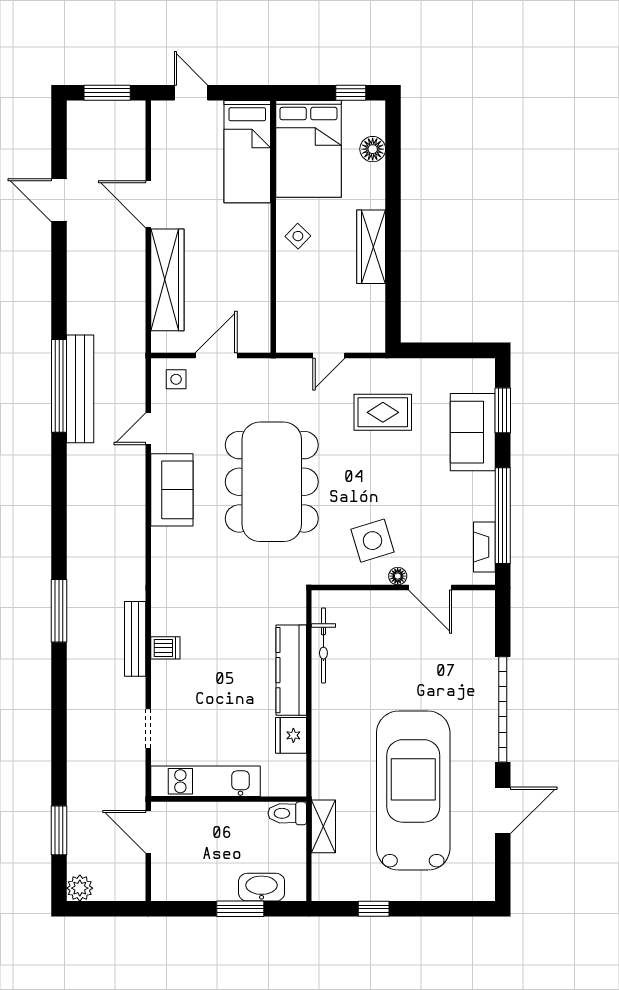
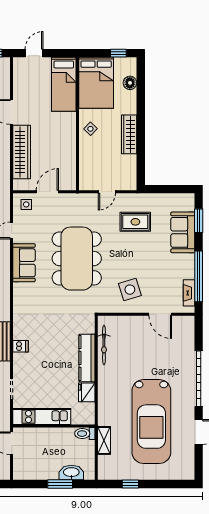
door: (191, 93) -> (34, 53), hinge flipped
floor lamp: (398, 576) -> (143, 308), removed
car: (413, 791) -> (151, 422), turned 180

